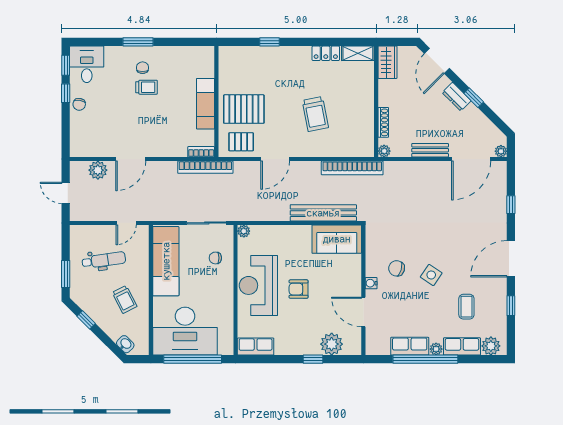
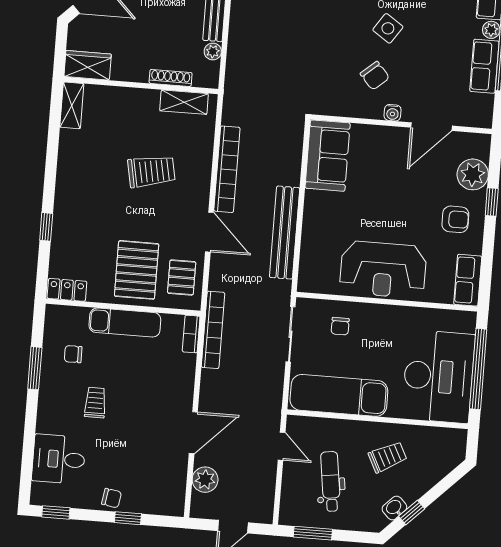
window: (138, 42) -> (35, 368), moved
locker: (326, 53) -> (67, 290), moved, turned -90
desk: (87, 64) -> (59, 459), moved
chair: (143, 68) -> (73, 354), moved
window: (66, 93) -> (128, 518), moved
shelving: (367, 133) -> (184, 102), added
plant: (384, 151) -> (213, 51), moved
door: (131, 159) -> (193, 433), hinge flipped
bookcase: (352, 168) -> (227, 169), moved
bench: (323, 213) -> (285, 233), moved
plant: (244, 231) -> (306, 284), removed
chair: (397, 268) -> (375, 76), turned -57
window: (66, 274) -> (313, 533), moved
armchair: (299, 289) -> (455, 219), moved, turned -90
washbasin: (125, 344) -> (394, 508), moved

